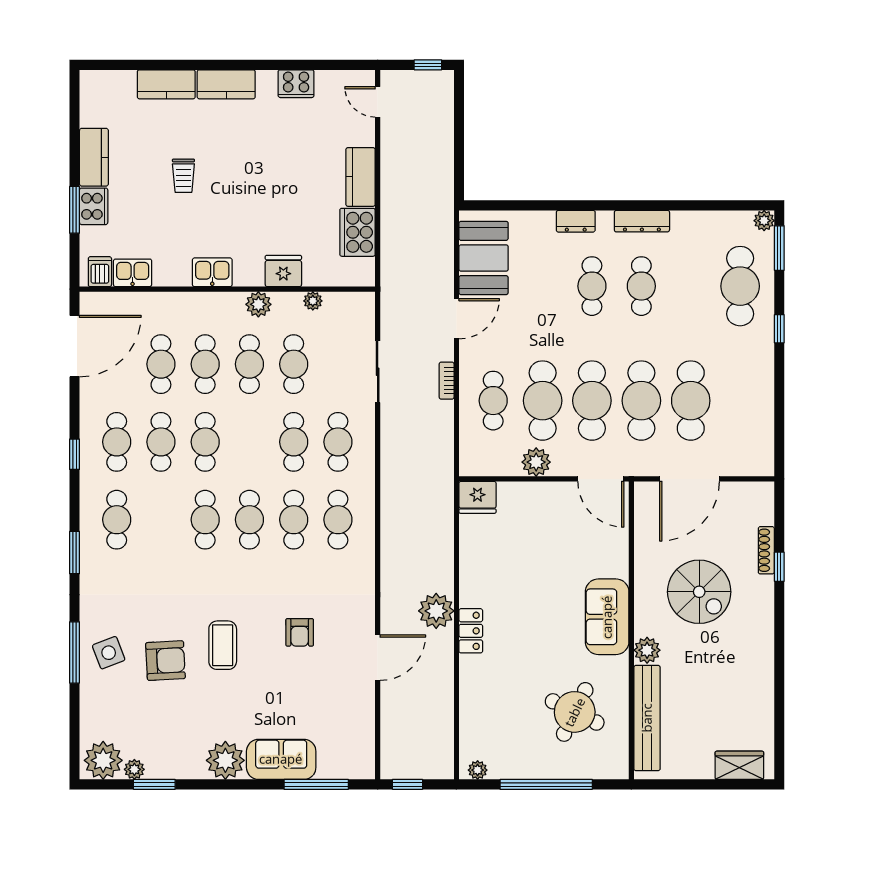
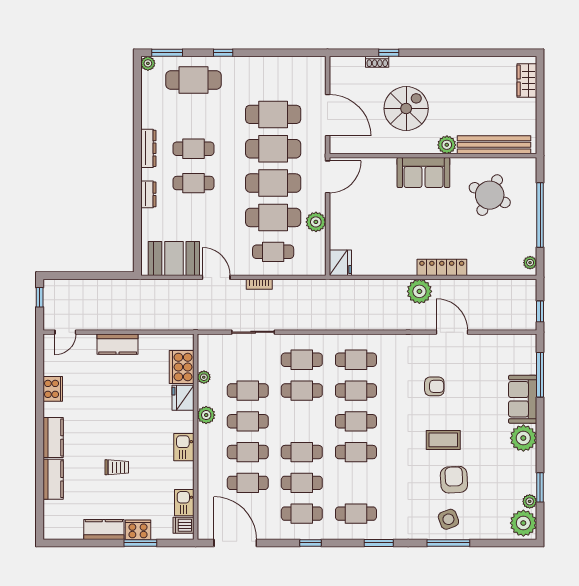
cooker: (357, 232) -> (182, 367), moved, turned 90
shoe rack: (766, 550) -> (377, 62), width x0.70
locker: (471, 631) -> (442, 267), width x1.53

